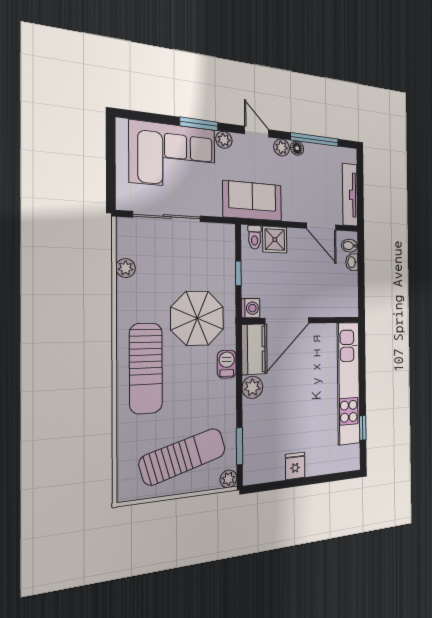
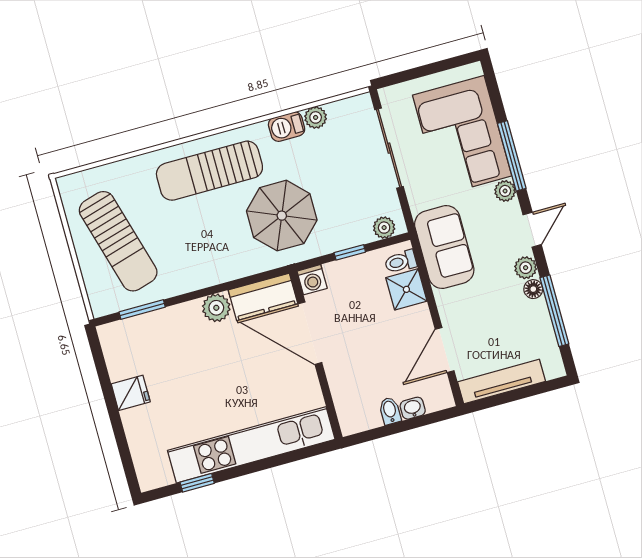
window: (199, 124) -> (512, 156), width x1.44
bidet: (350, 246) -> (390, 411), moved
barbecue: (227, 364) -> (287, 127), moved, turned 180
plant: (228, 479) -> (384, 228), moved

